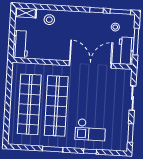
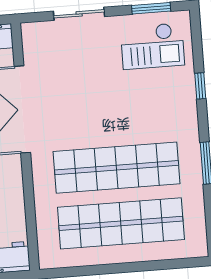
checkout: (90, 130) -> (152, 46), moved, turned 90

